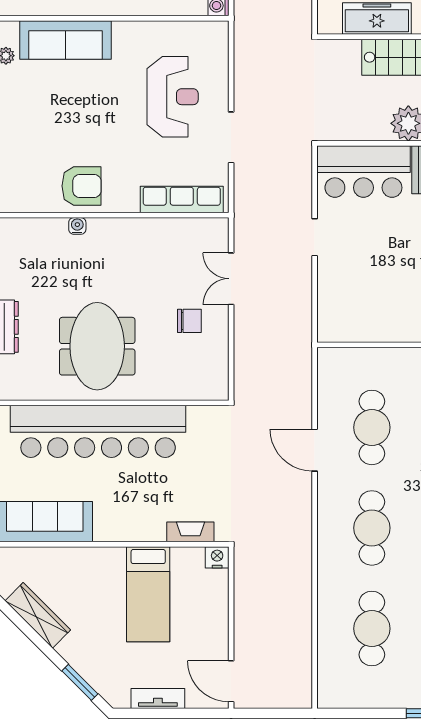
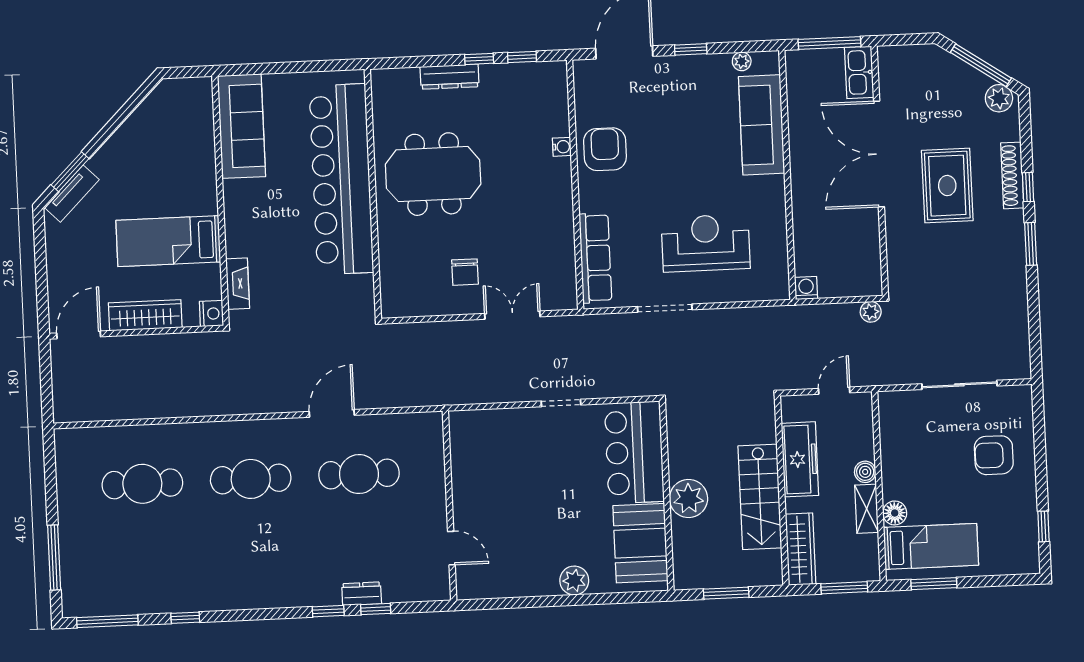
reception desk: (173, 97) -> (706, 243), turned 180
armchair: (81, 186) -> (605, 149), turned 180
wardrobe: (38, 615) -> (145, 315), moved, turned -135
tv unit: (158, 699) -> (72, 194), moved, turned 45

